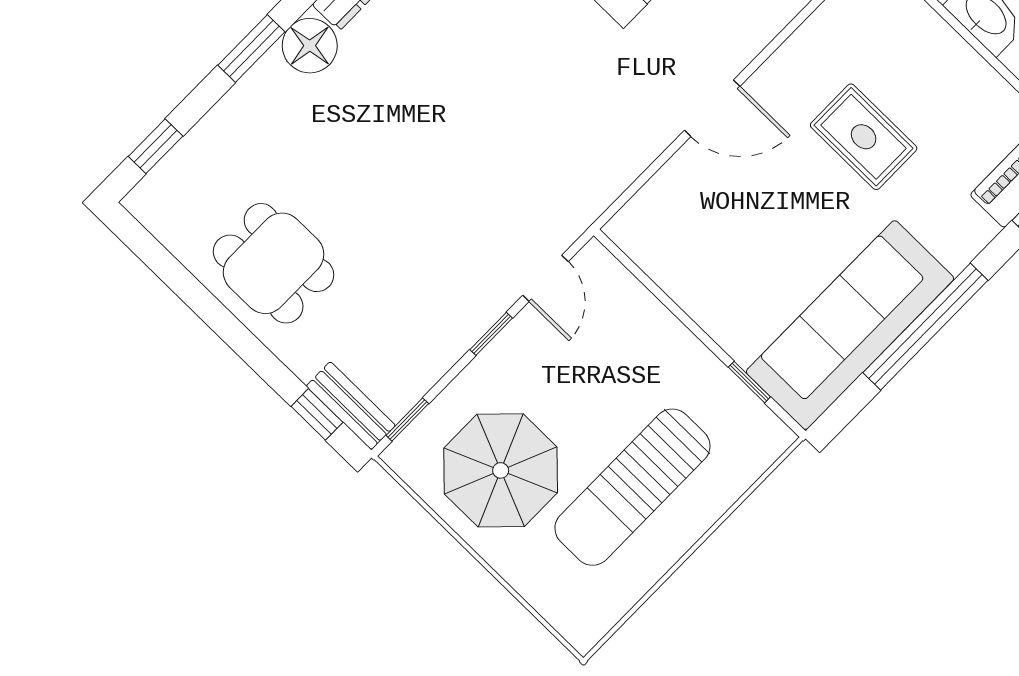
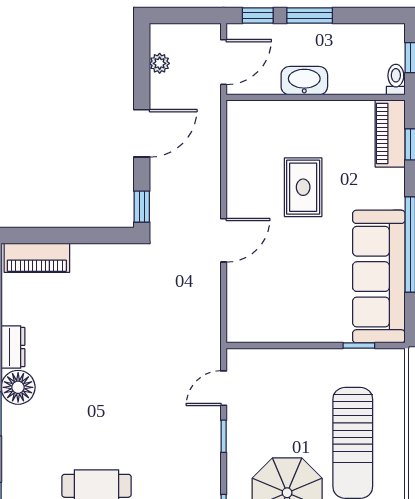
rug: (864, 137) -> (303, 187), turned 90
door: (545, 278) -> (224, 388), swing flipped

